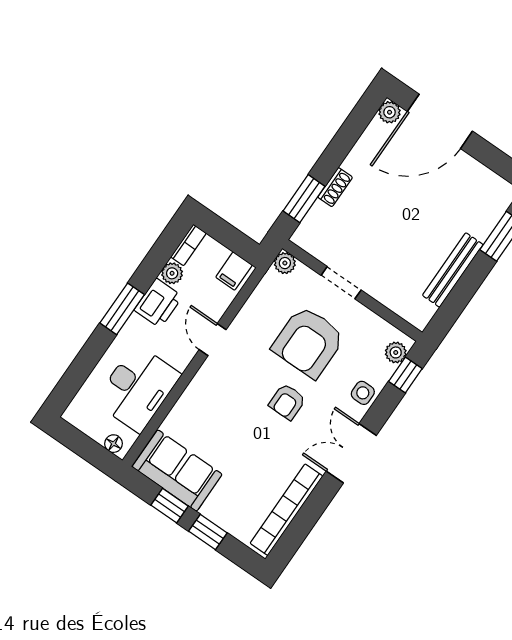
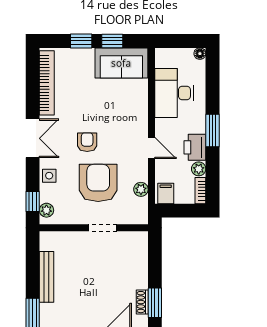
shoe rack: (335, 187) -> (142, 302), moved
window: (304, 199) -> (155, 303), moved
plant: (285, 263) -> (141, 189), moved
floor lamp: (114, 444) -> (200, 54), moved

